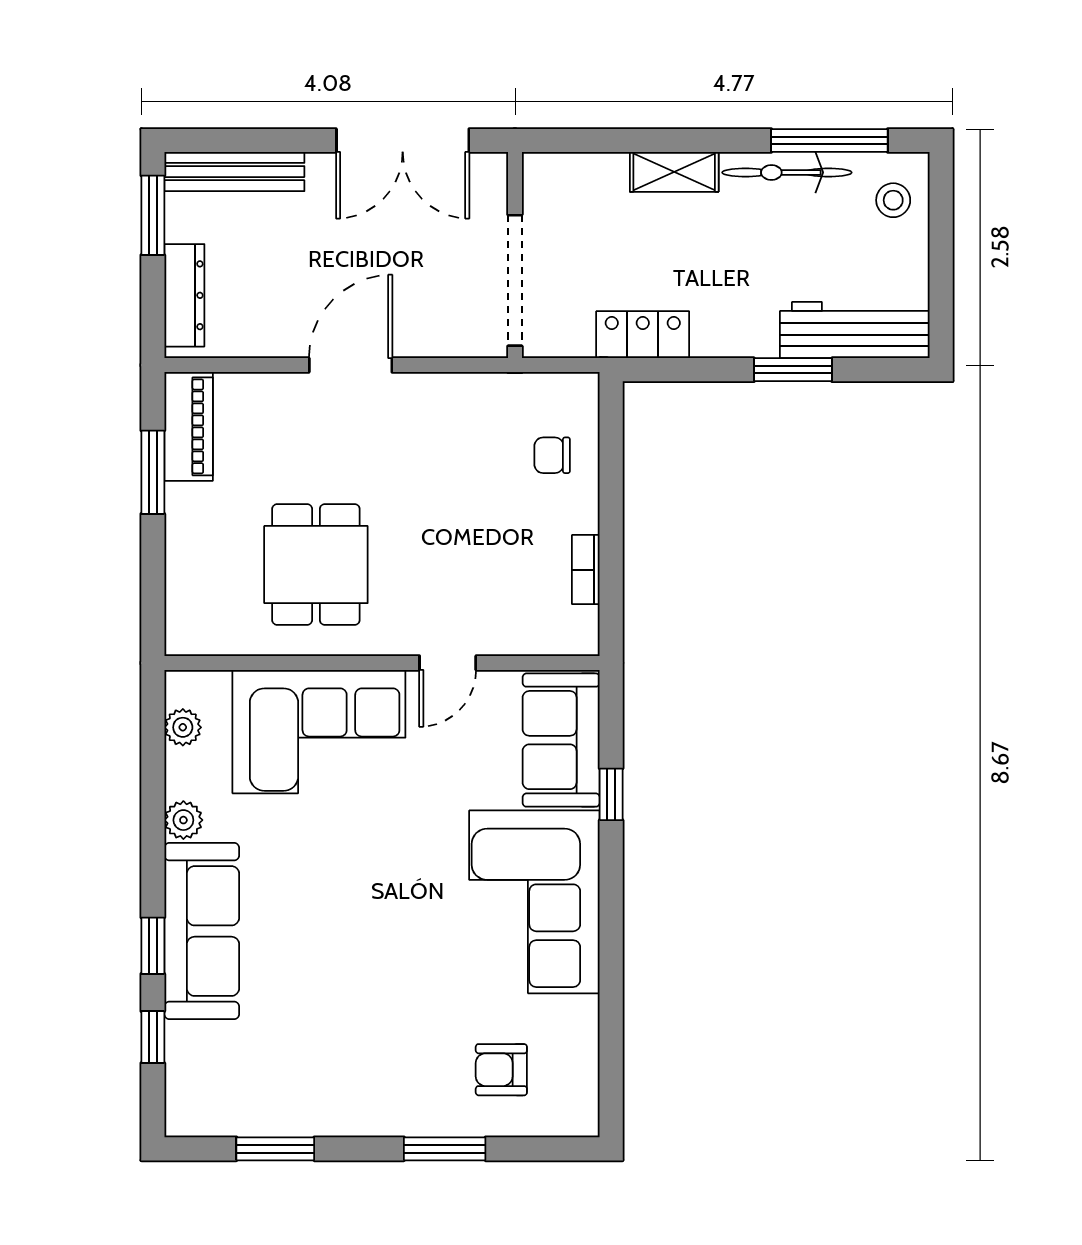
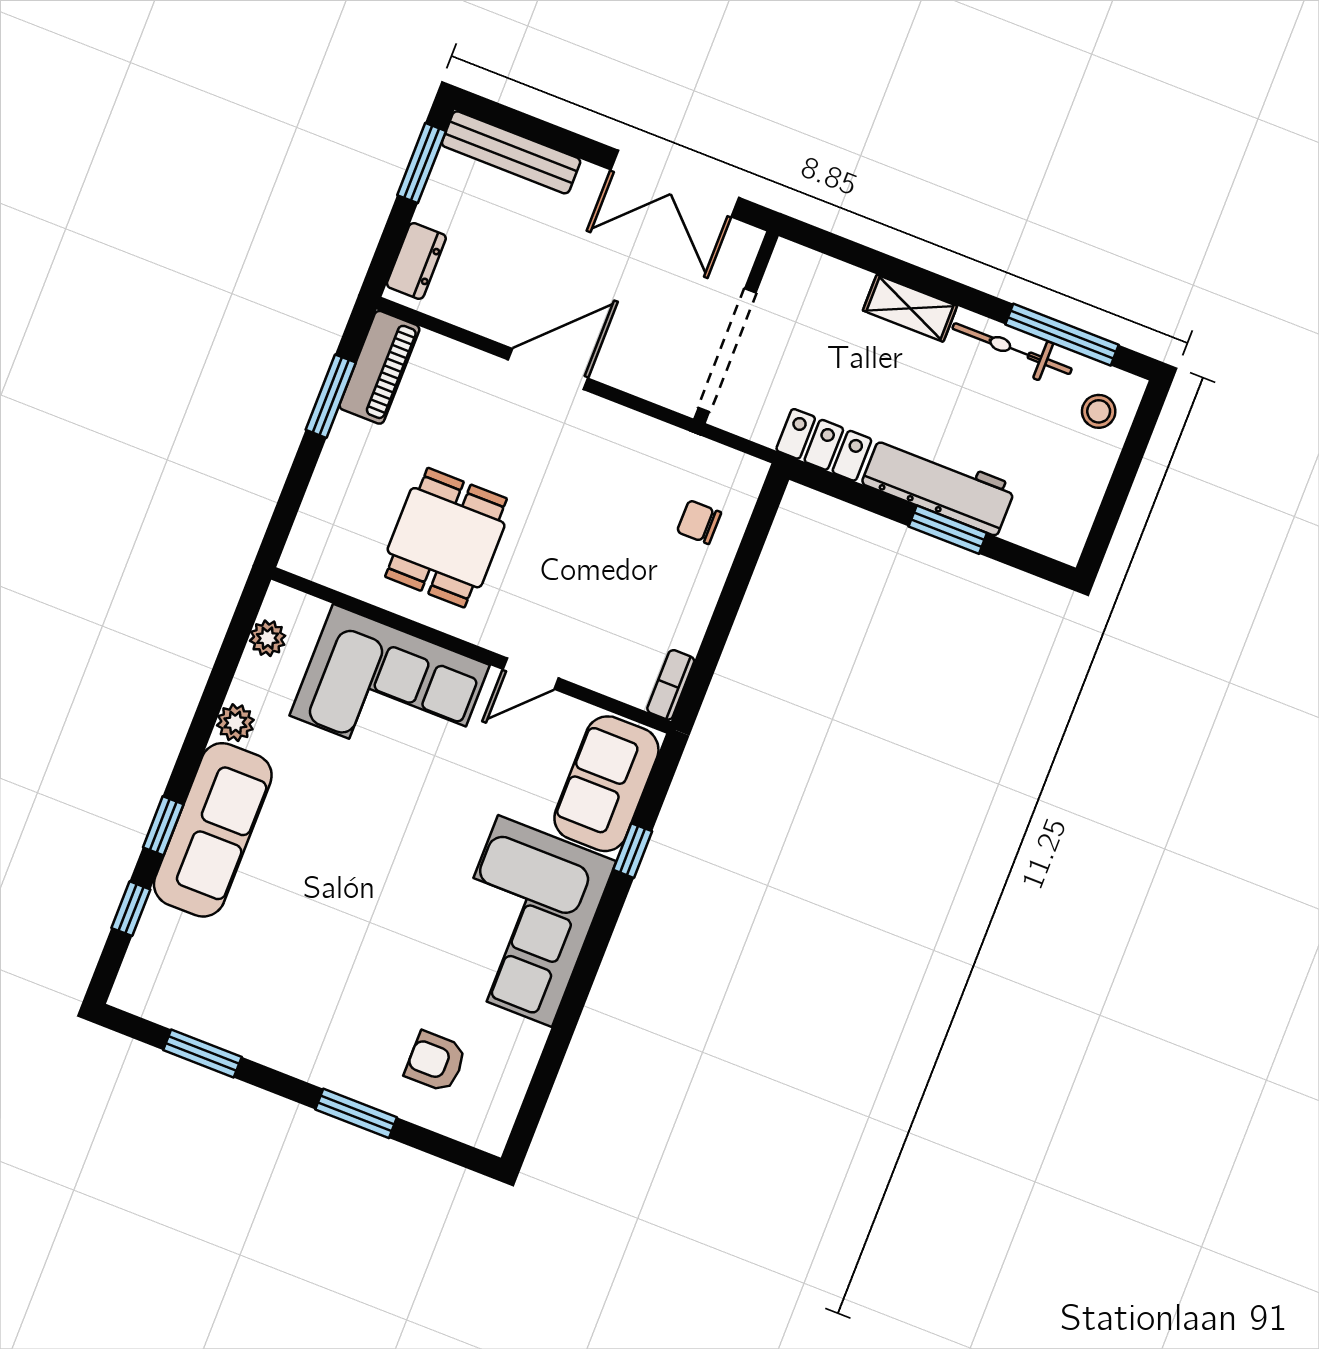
dresser: (184, 295) -> (416, 261), width x0.70
workbench: (855, 330) -> (939, 485), moved
bookcase: (586, 570) -> (671, 685), moved

